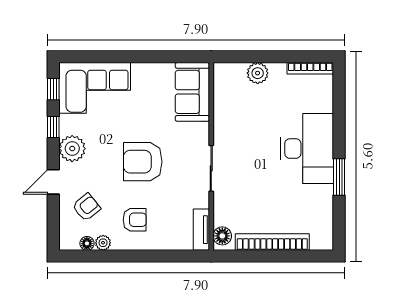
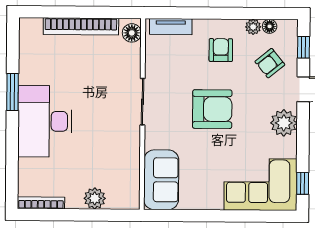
window: (53, 127) -> (304, 47), moved
armchair: (135, 220) -> (221, 50), turned 90
tv unit: (201, 230) -> (171, 27), moved, turned 90

